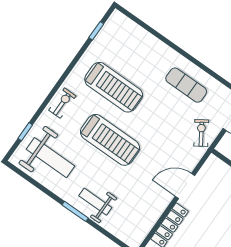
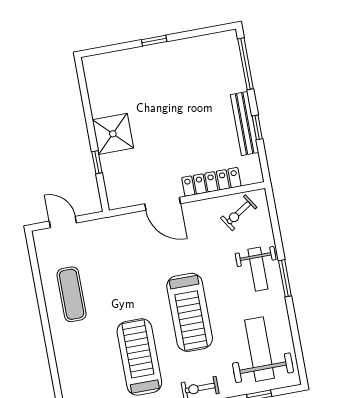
exercise bike: (201, 133) -> (239, 213), moved
treadmill: (110, 140) -> (190, 312), turned 180

